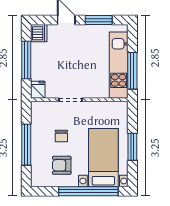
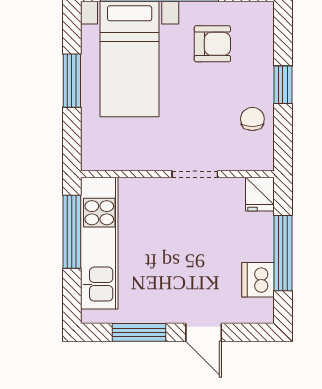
dishwasher: (39, 33) -> (258, 280), moved
chair: (61, 136) -> (252, 119), moved
window: (26, 145) -> (283, 85), width x0.46

